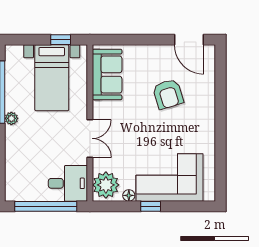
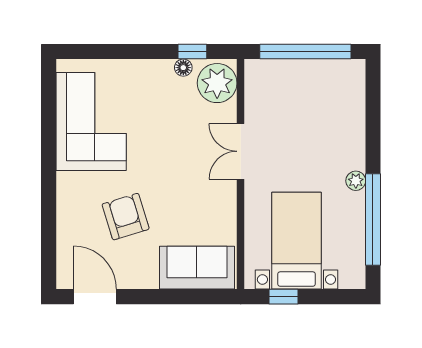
sofa: (107, 74) -> (197, 268), moved, turned 90
corner sofa: (169, 178) -> (91, 121), moved, turned -90
desk: (68, 183) -> (273, 85), removed
window: (151, 206) -> (192, 52), moved

